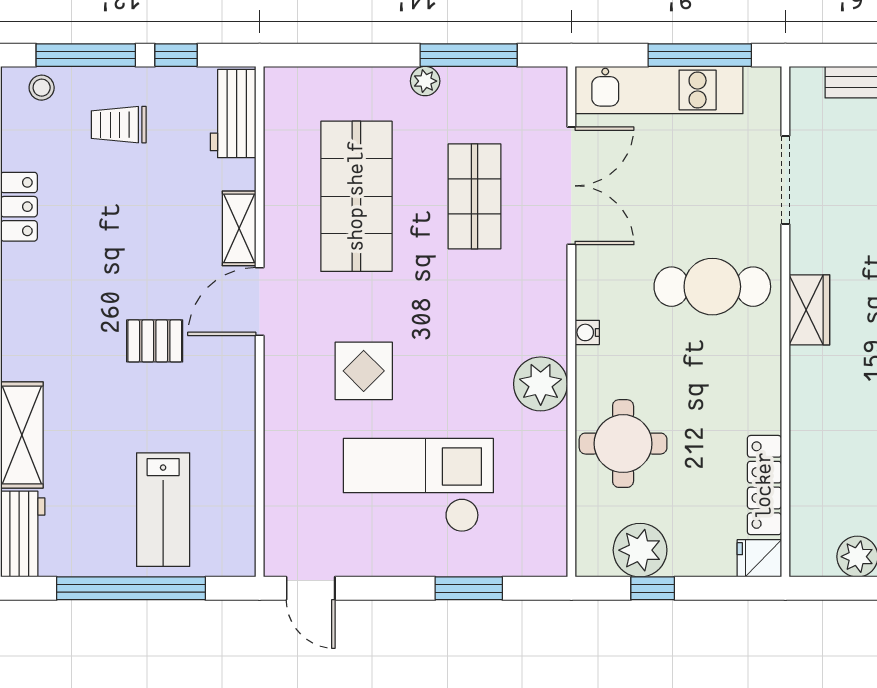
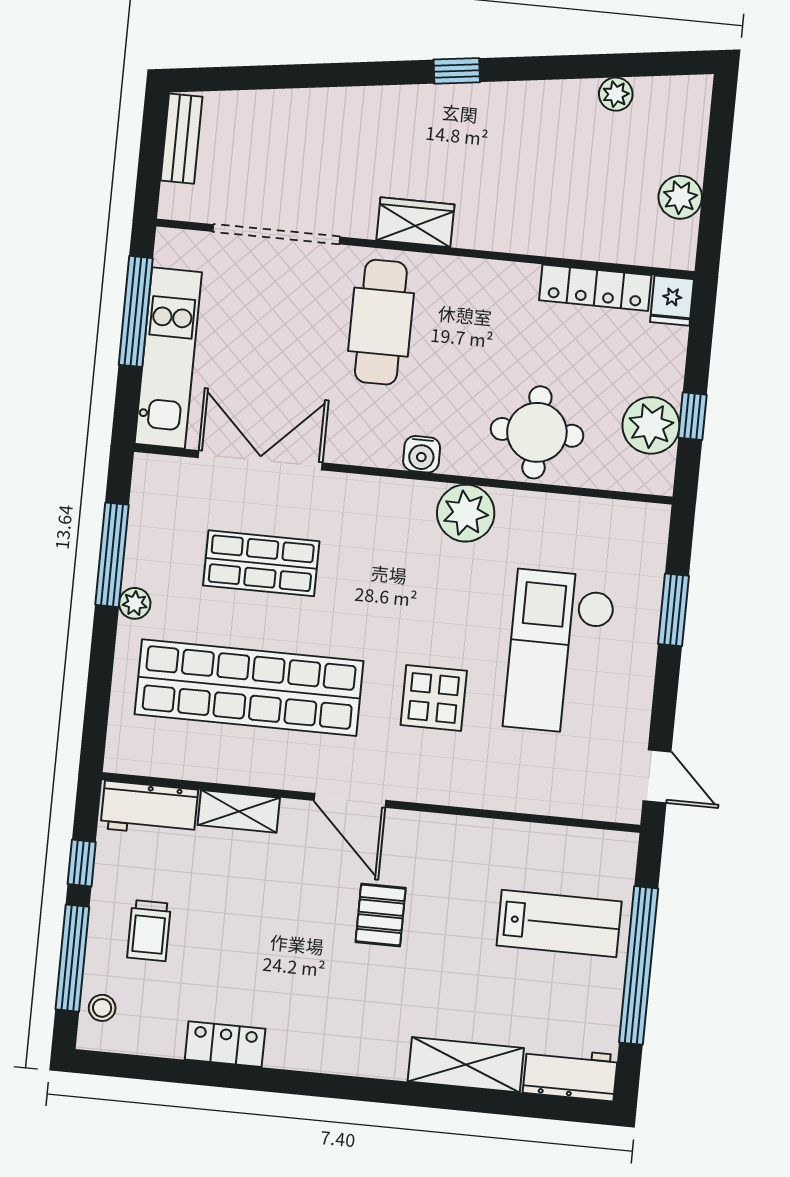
doorway: (785, 180) -> (276, 234), width x1.36
shop shelf: (356, 196) -> (249, 688), width x1.40
shelving: (239, 228) -> (239, 811), moved
water cooler: (587, 332) -> (422, 454), width x1.38, depth x1.38
door: (311, 588) -> (657, 776), hinge flipped

